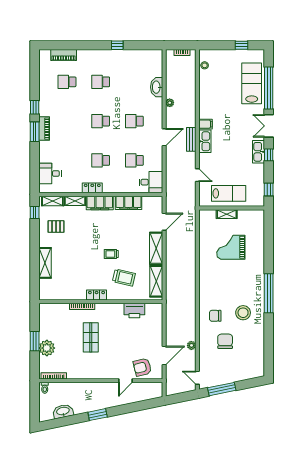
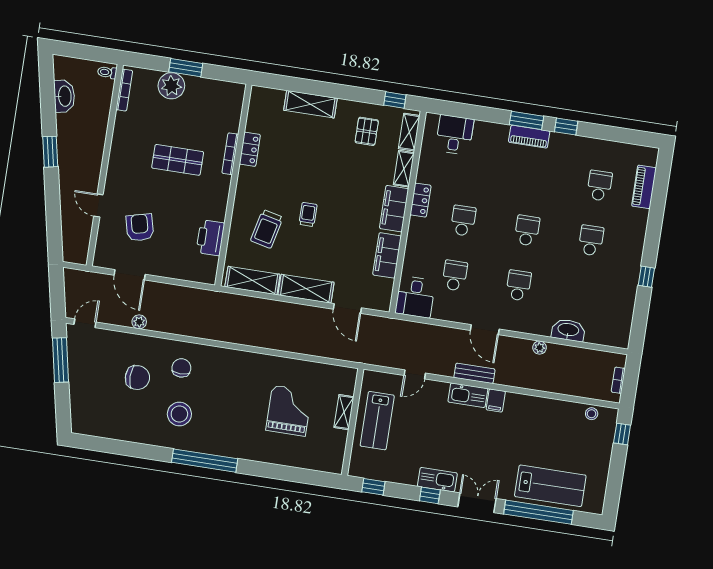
window: (241, 45) -> (622, 434), moved
locker: (97, 295) -> (250, 149), moved
armchair: (142, 367) -> (140, 227), moved

